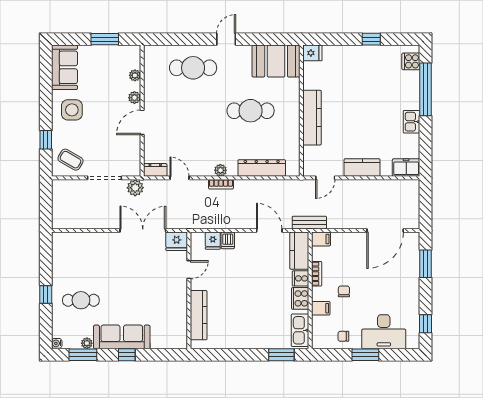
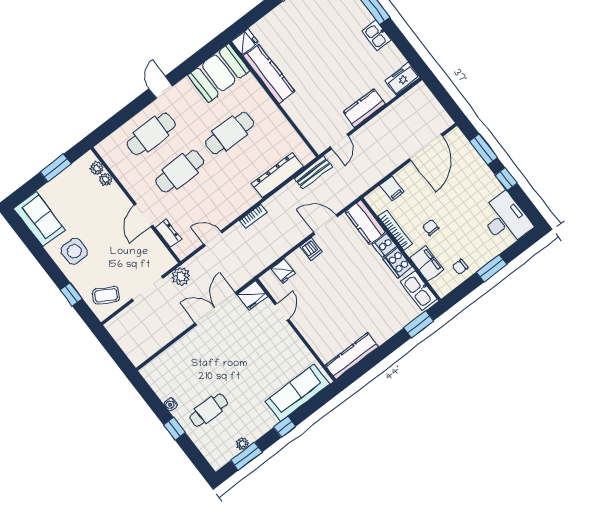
plant: (134, 98) -> (97, 168), moved
cafe table: (193, 111) -> (180, 171), added
kitchen counter: (312, 118) -> (269, 74), moved
dresser: (155, 170) -> (168, 233), moved, turned 90
plant: (220, 170) -> (243, 205), removed
bench: (309, 223) -> (313, 172), moved
filing cabinet: (321, 239) -> (392, 188), moved, turned 90
dishwasher: (228, 240) -> (311, 249), moved
bookcase: (317, 274) -> (395, 230), width x1.56
filing cabinet: (321, 308) -> (427, 264), width x2.00
kitchen counter: (199, 315) -> (352, 356), moved, turned -90
window: (426, 324) -> (506, 179), moved
desk: (384, 332) -> (505, 219), moved, turned -90
sofa: (122, 337) -> (297, 393), moved
water cooler: (57, 343) -> (171, 404), moved

